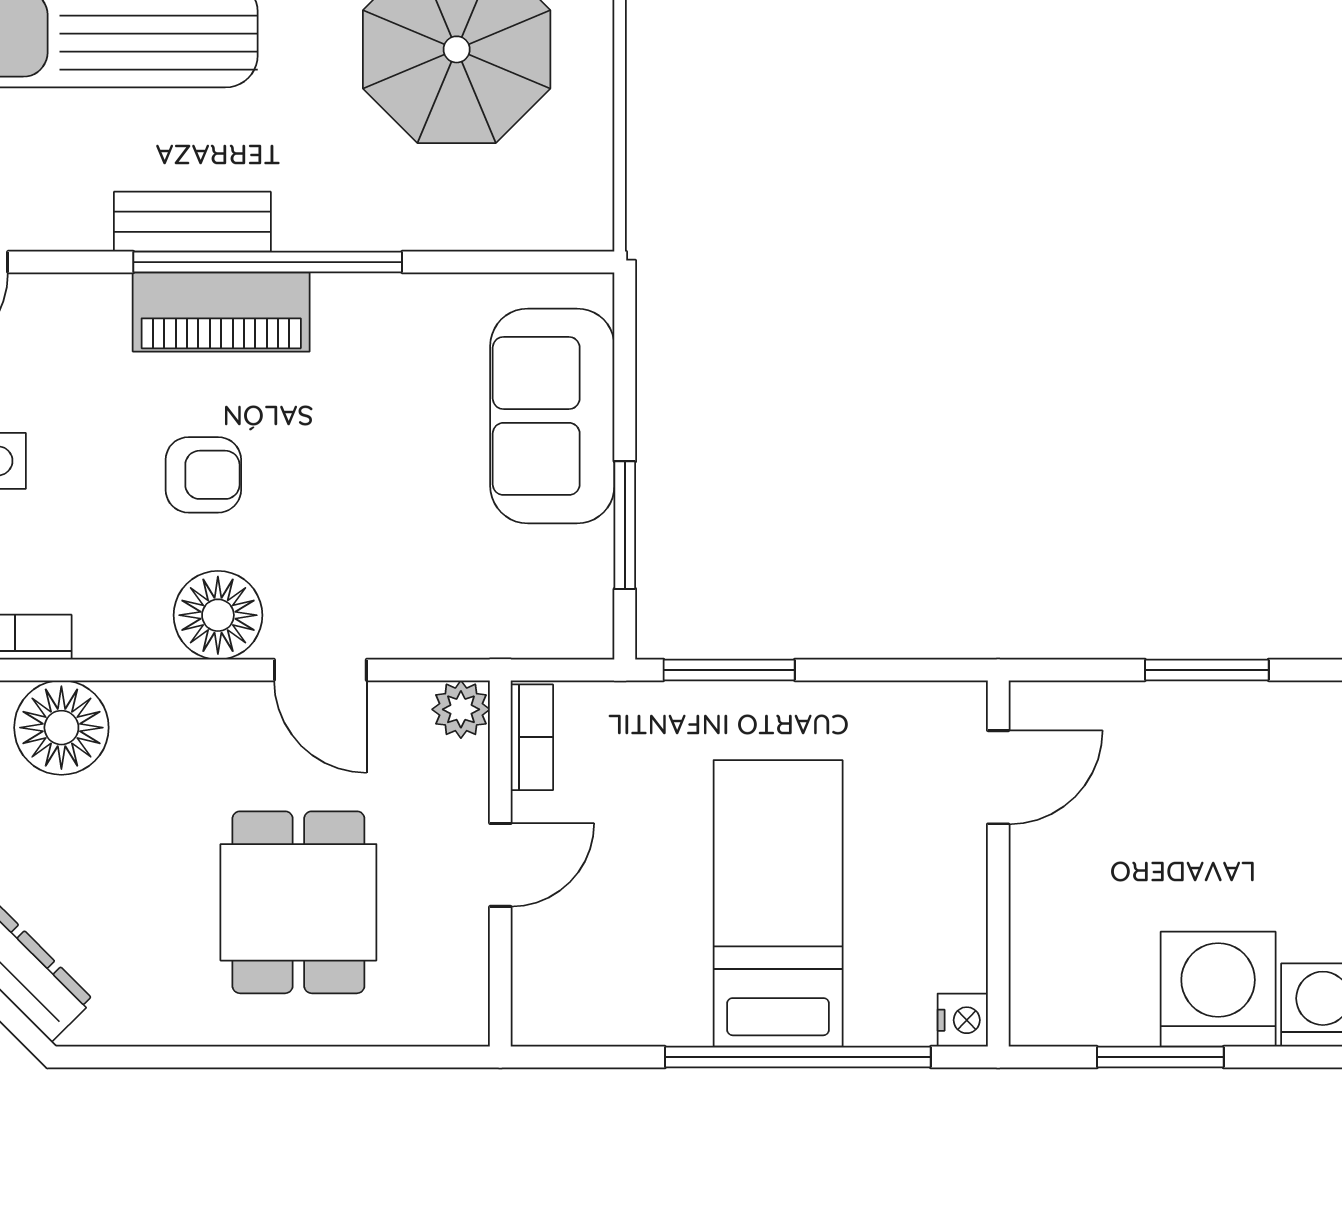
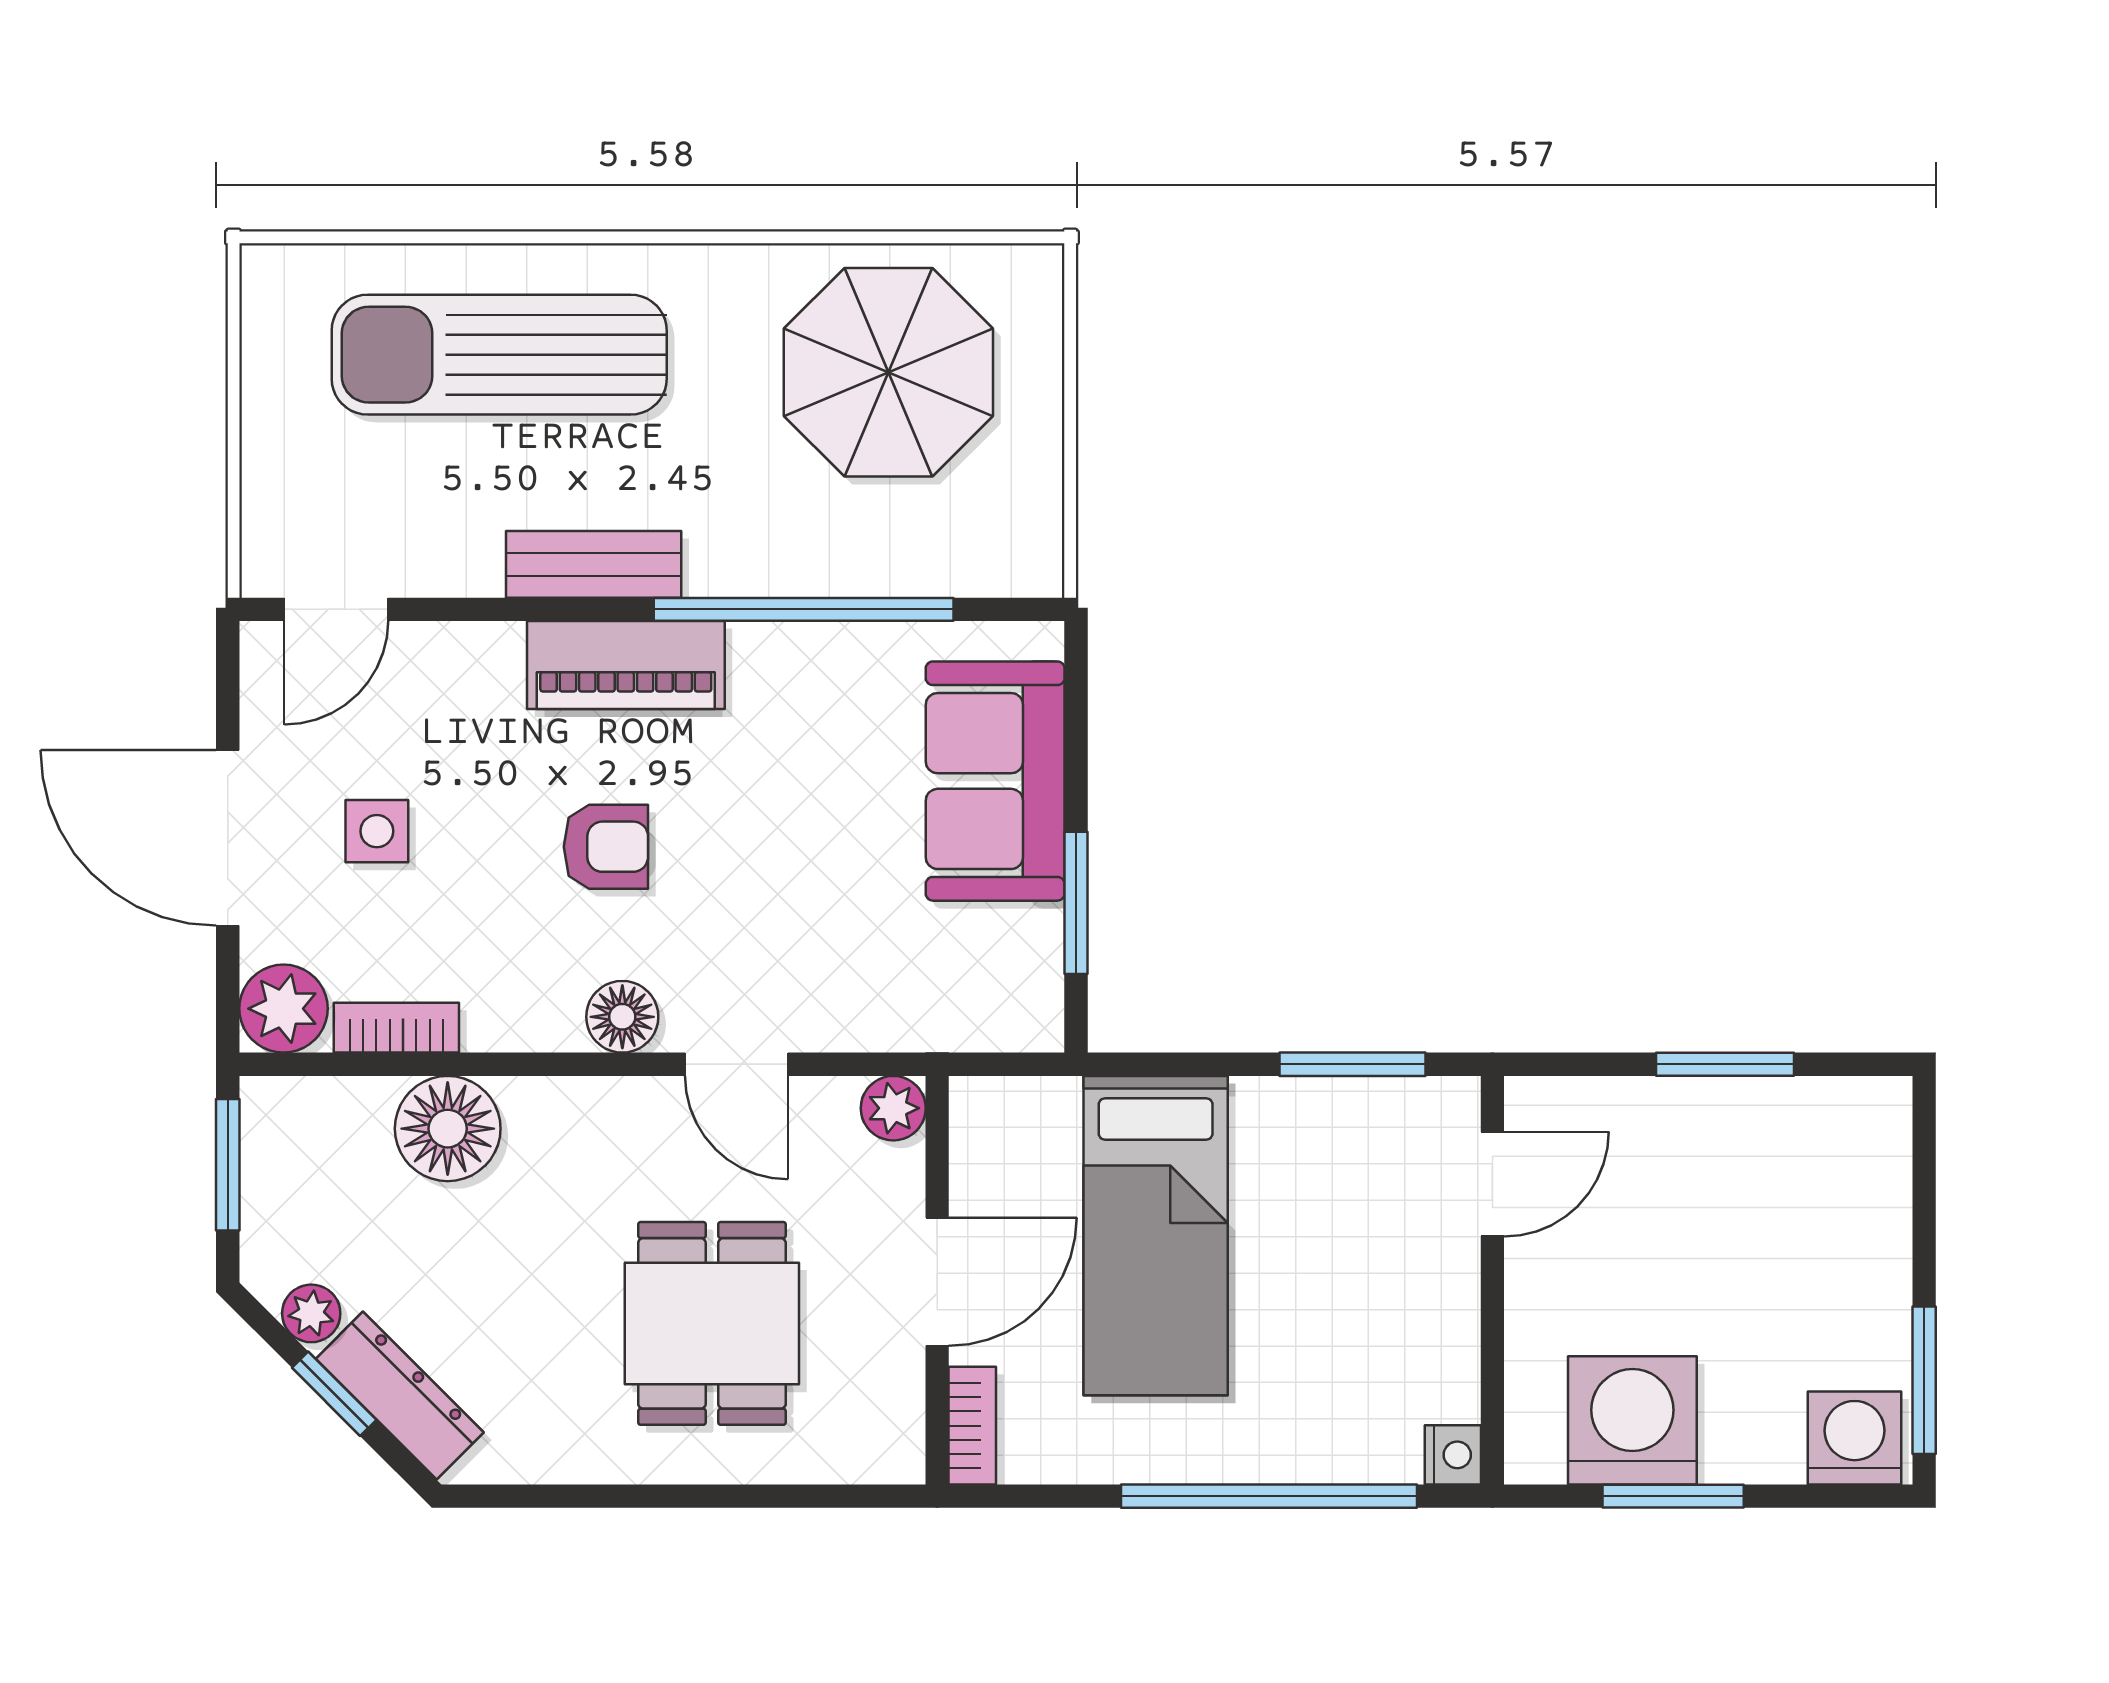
window: (268, 262) -> (804, 609), moved
floor lamp: (218, 615) -> (622, 1017), width x0.73, depth x0.73
window: (729, 670) -> (1352, 1064), moved
bookcase: (532, 737) -> (972, 1426), moved
door: (500, 865) -> (937, 1282), width x1.38
bed: (778, 903) -> (1156, 1236), moved, turned 180
washing machine: (1218, 989) -> (1632, 1420), moved

